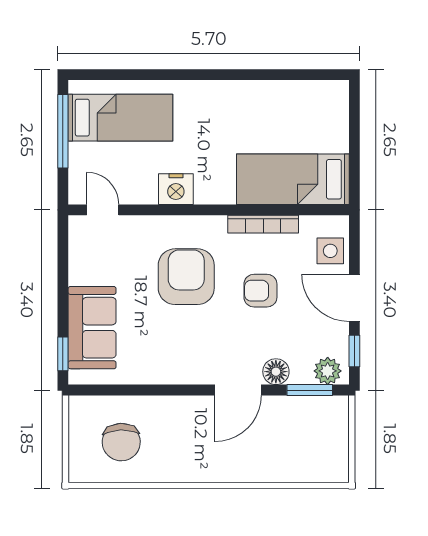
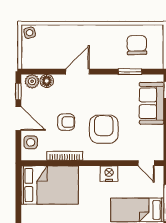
bed: (293, 179) -> (50, 185), width x1.50
armchair: (186, 277) -> (104, 129), turned 180
floor lamp: (276, 372) -> (47, 81), moved
window: (310, 390) -> (130, 72), moved
side table: (332, 467) -> (30, 33), added

